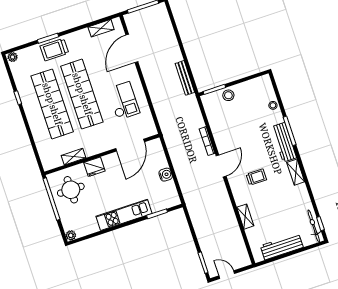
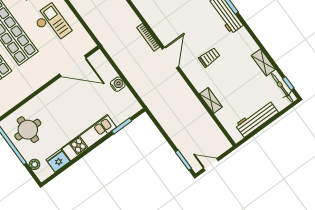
door: (130, 145) -> (73, 66), hinge flipped
shelving: (74, 157) -> (20, 96), removed
fridge: (94, 167) -> (58, 161), moved, turned 180
shelving: (296, 172) -> (263, 62), moved
plant: (71, 235) -> (34, 164), moved

